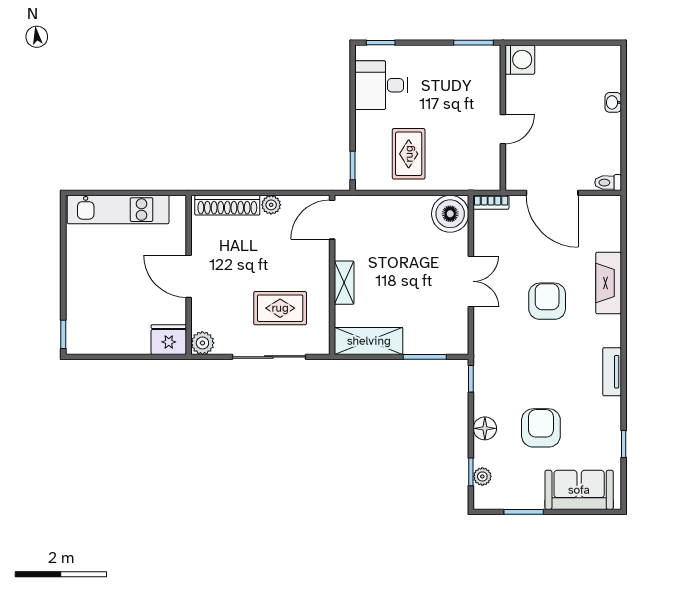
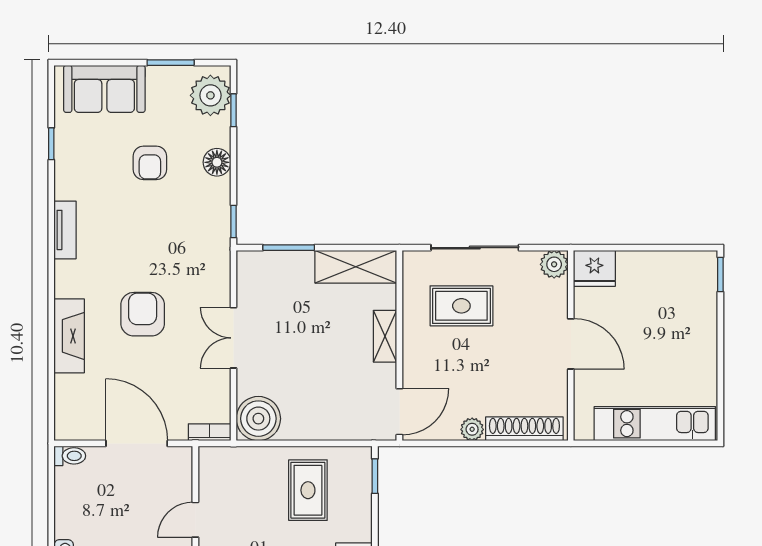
armchair: (547, 301) -> (143, 314), turned 180
armchair: (541, 428) -> (150, 163), width x0.72, depth x0.72
plant: (482, 476) -> (210, 95), width x1.88, depth x1.88

